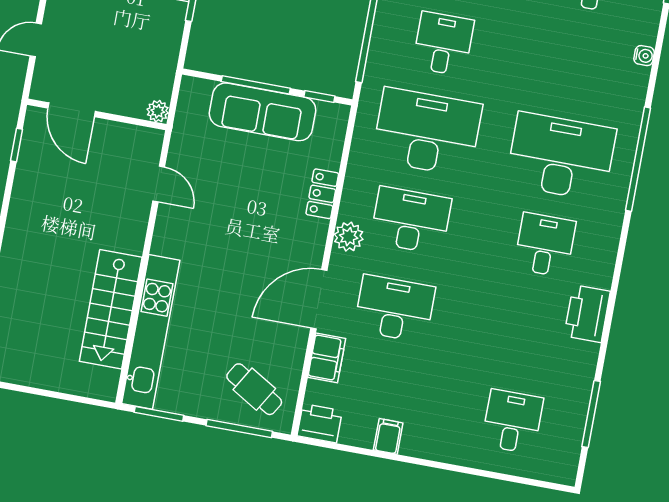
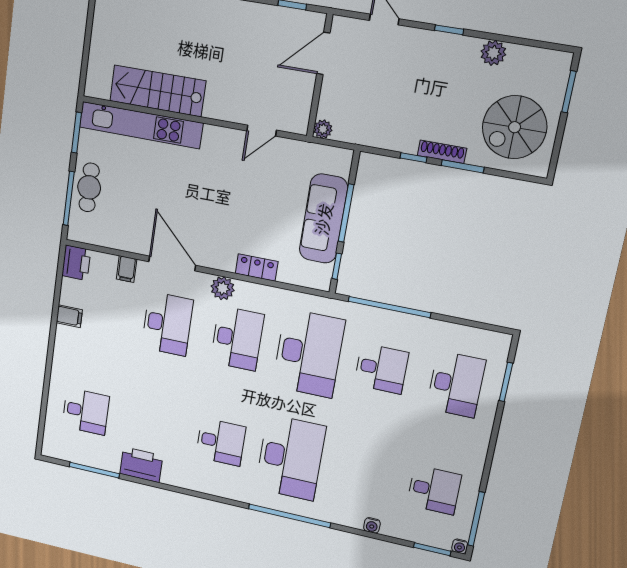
printer: (587, 314) -> (141, 465), moved
filing cabinet: (327, 358) -> (127, 269), width x0.50
cafe table: (254, 389) -> (89, 187), moved, turned -31

